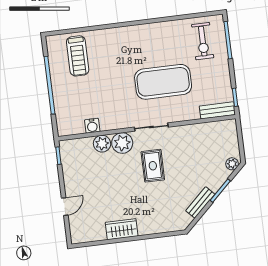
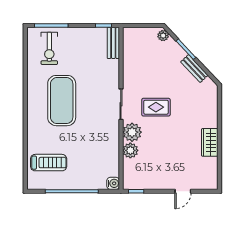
exercise bike: (203, 41) -> (49, 48), turned 90
exercise mat: (163, 82) -> (62, 101), moved
water cooler: (92, 126) -> (113, 183), moved
door: (65, 207) -> (183, 191), swing flipped

